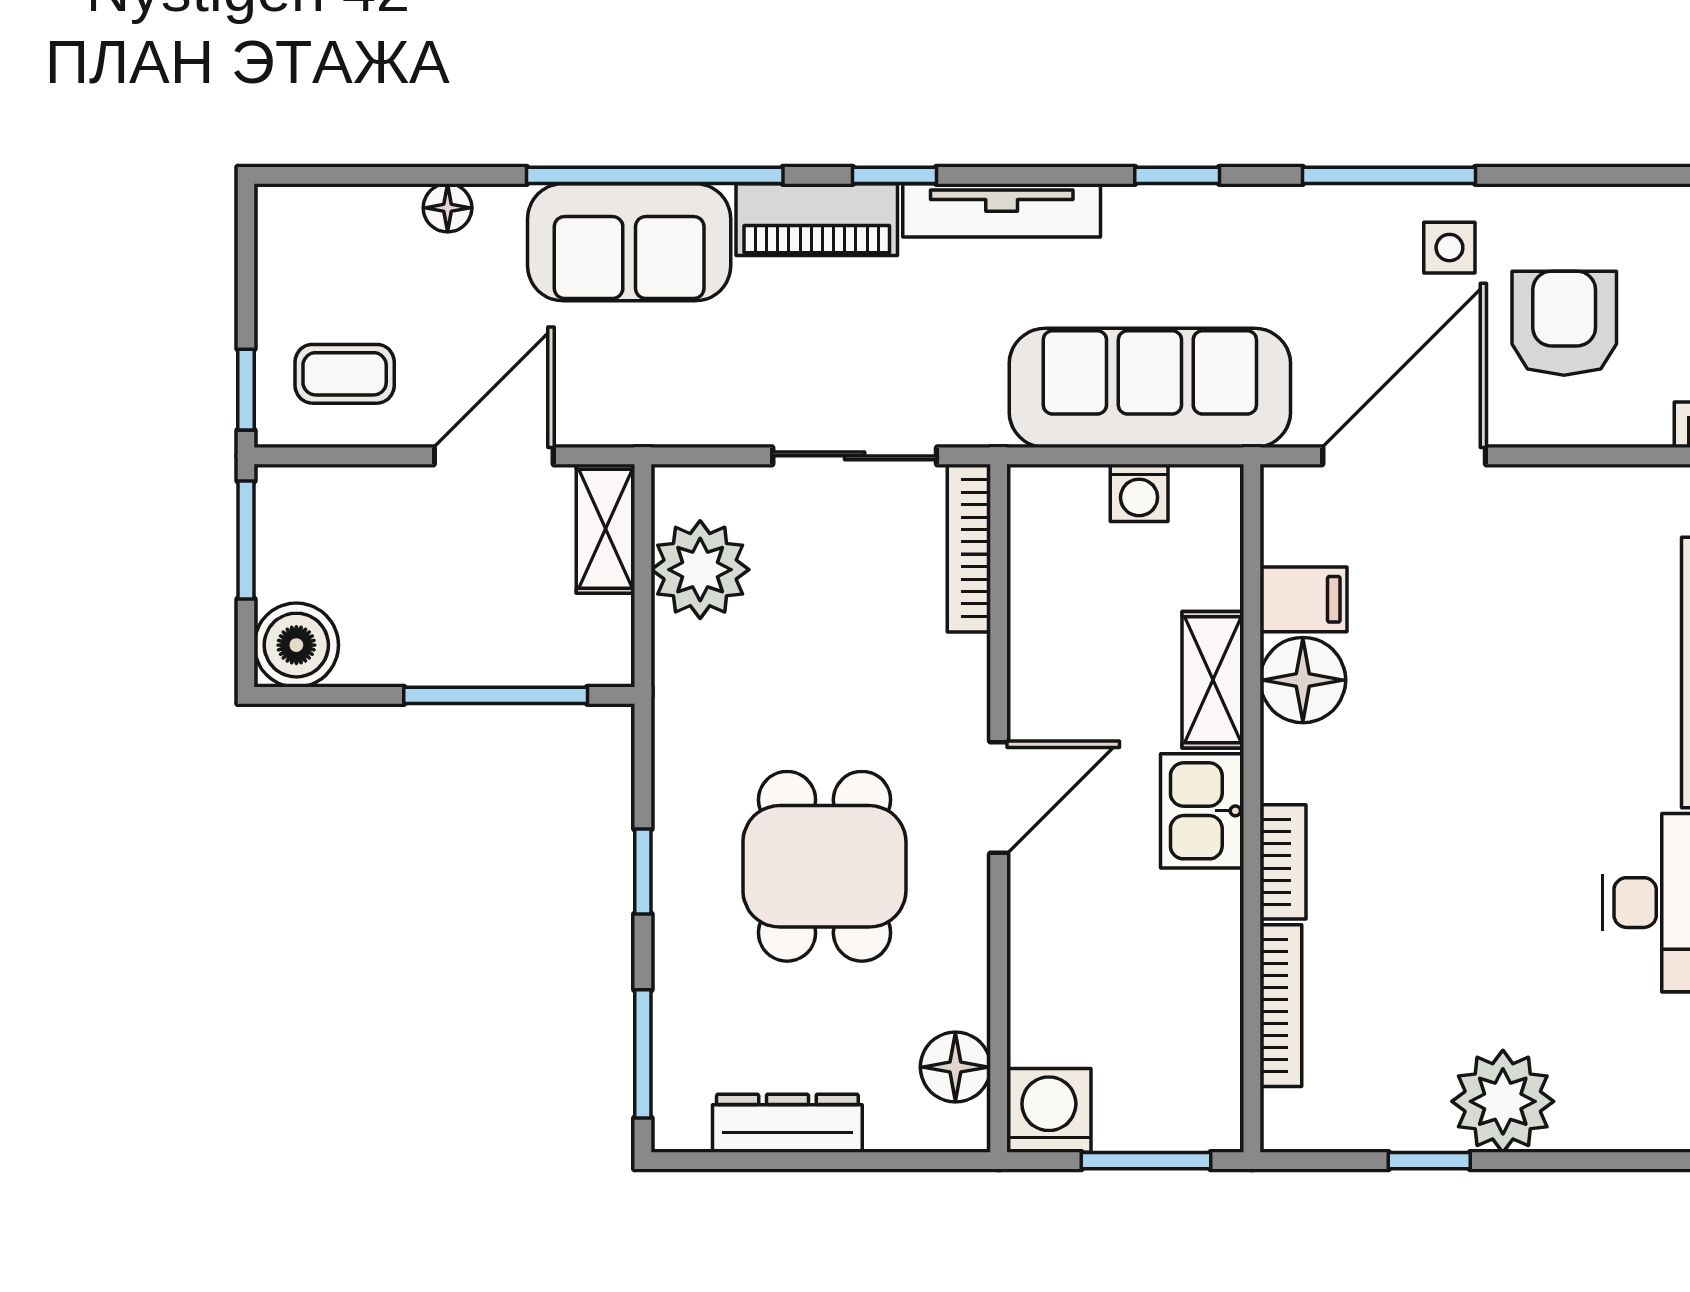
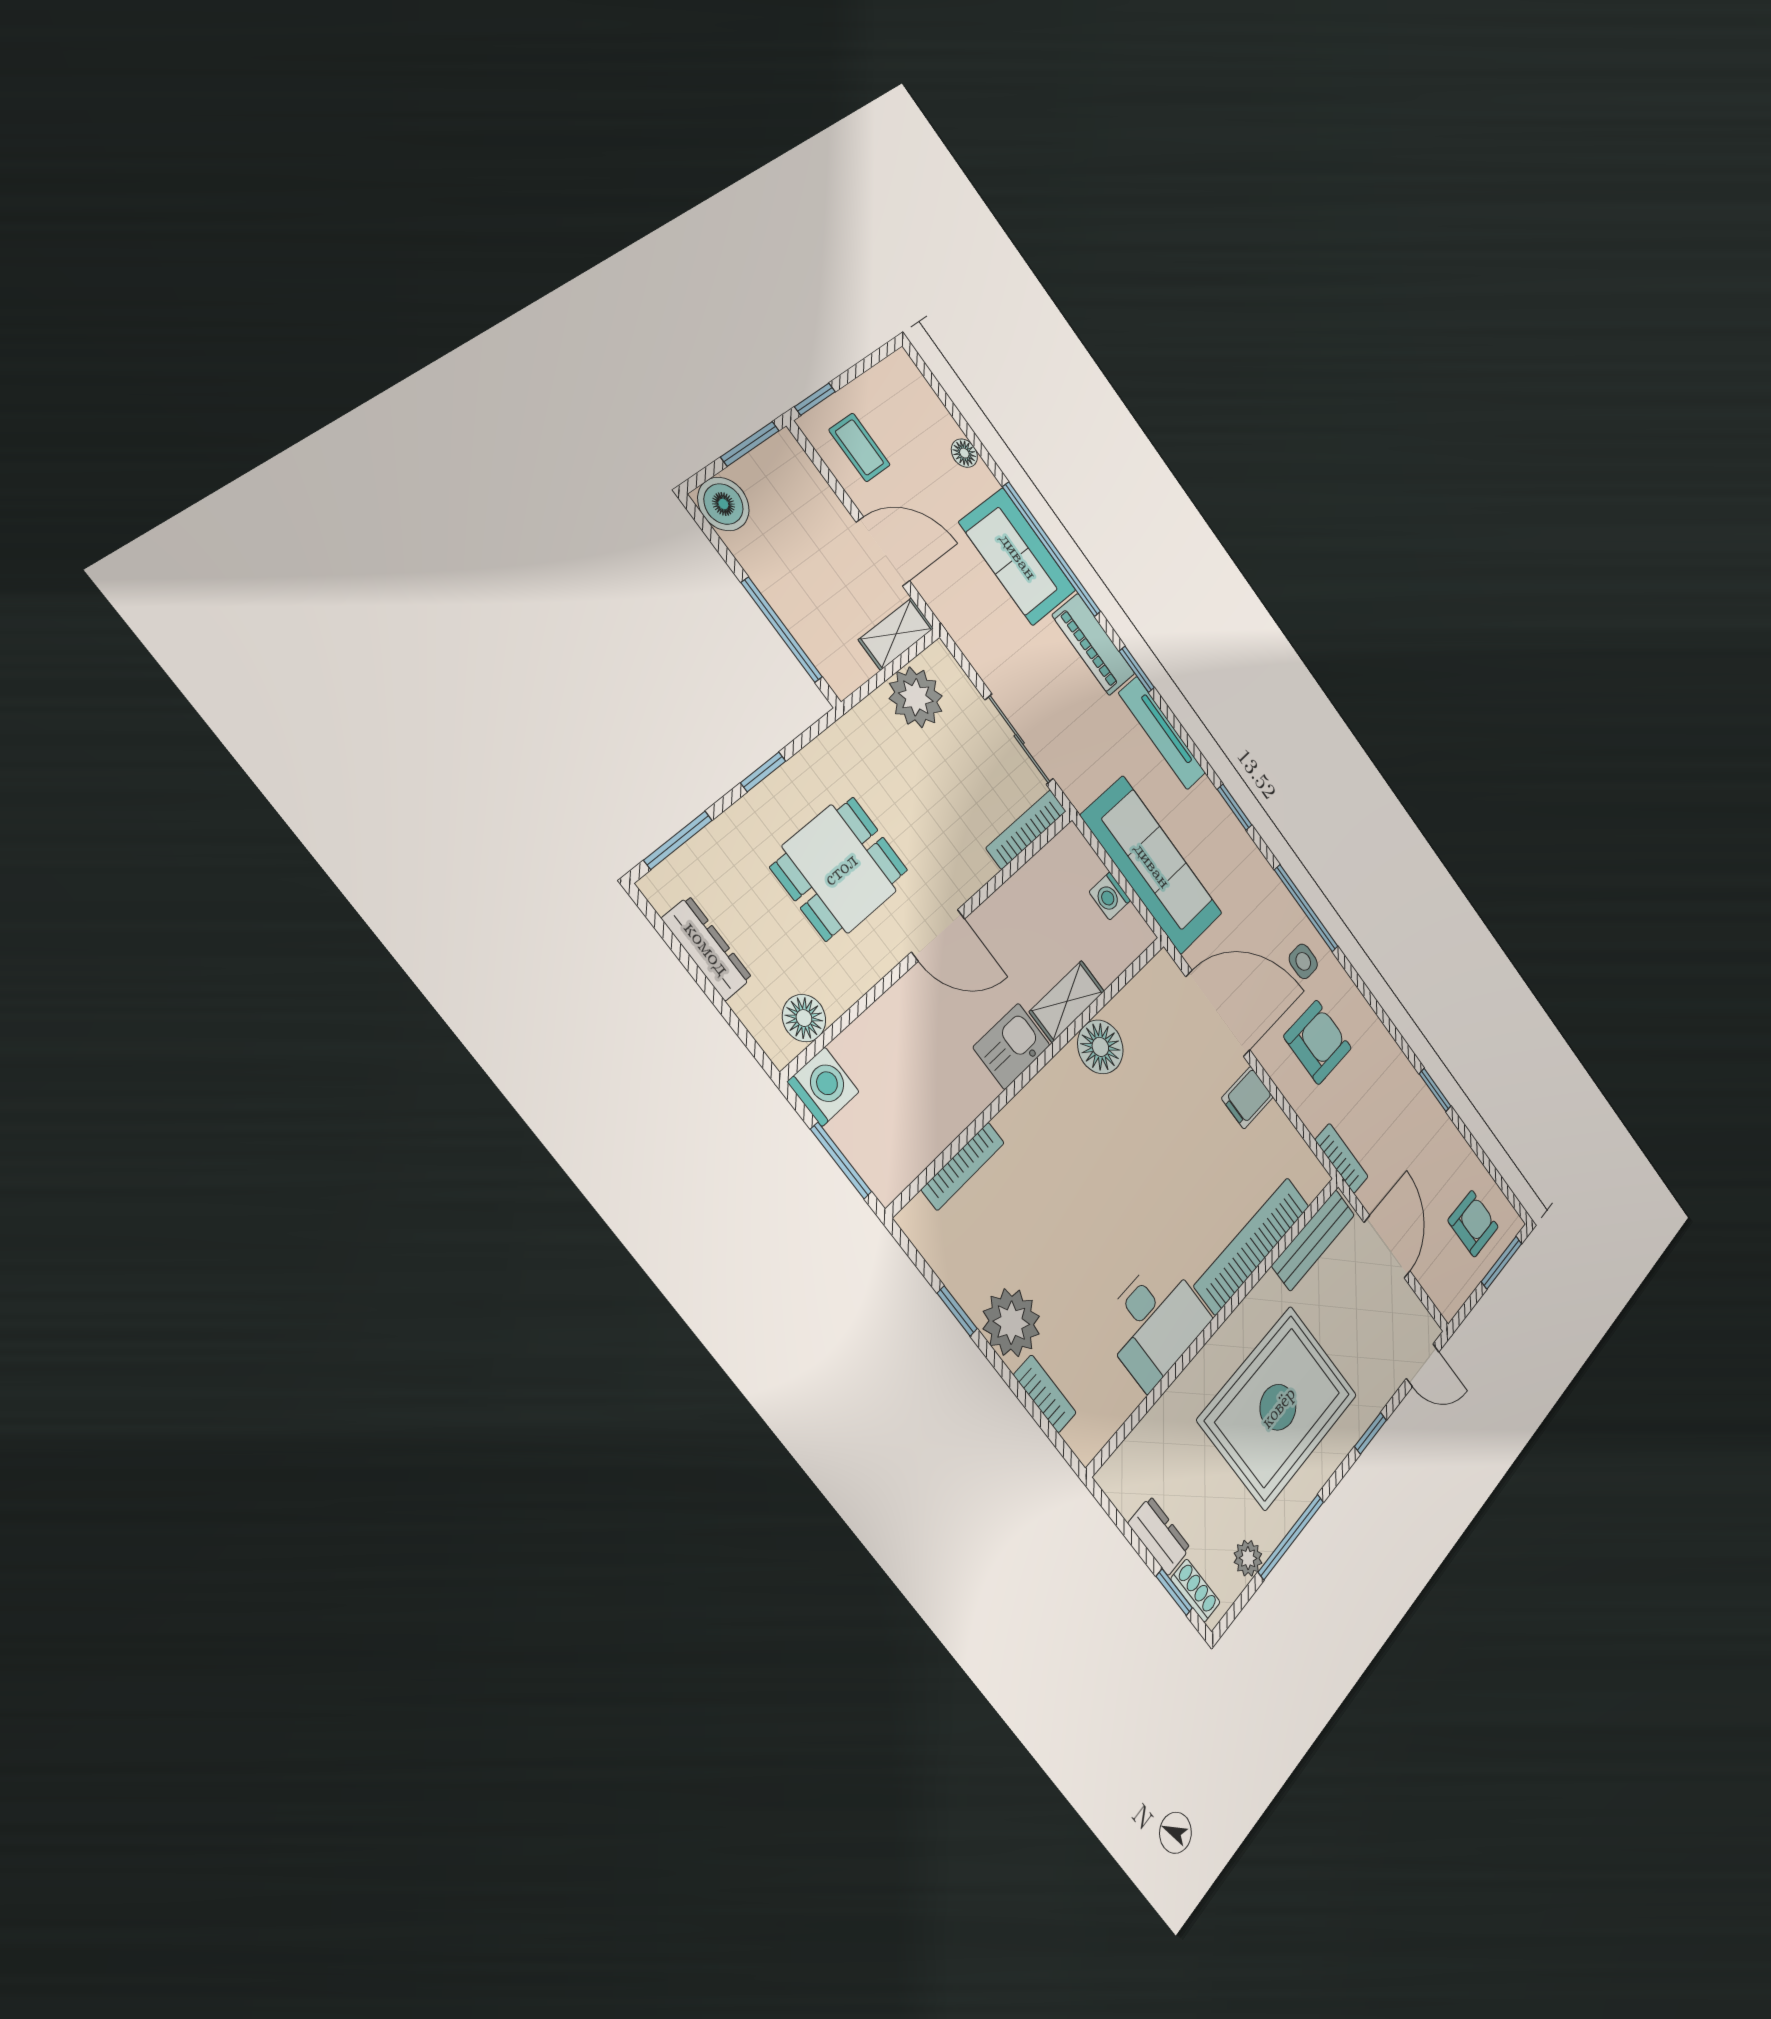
filing cabinet: (1303, 599) -> (1247, 1098), moved, turned 90
bookcase: (1283, 862) -> (1045, 1394), moved, turned -90

